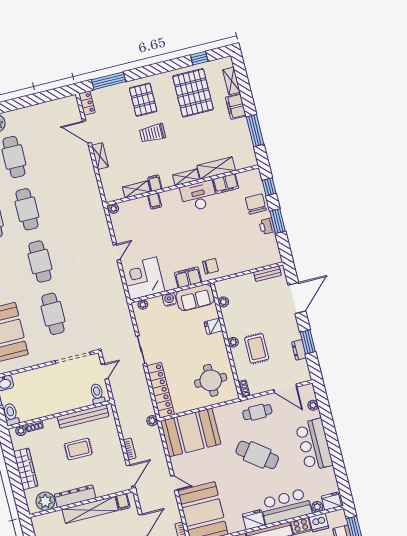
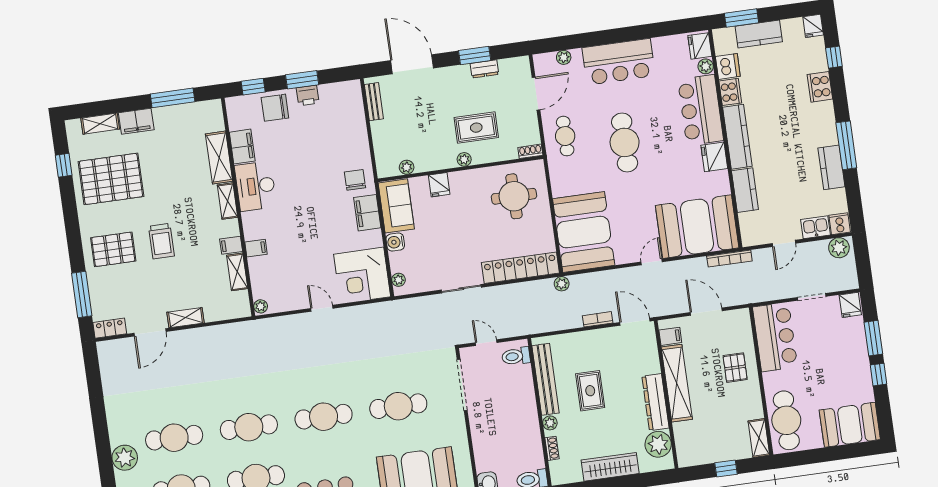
plant: (21, 431) -> (550, 423), moved
cafe table: (257, 455) -> (625, 142), turned -37

